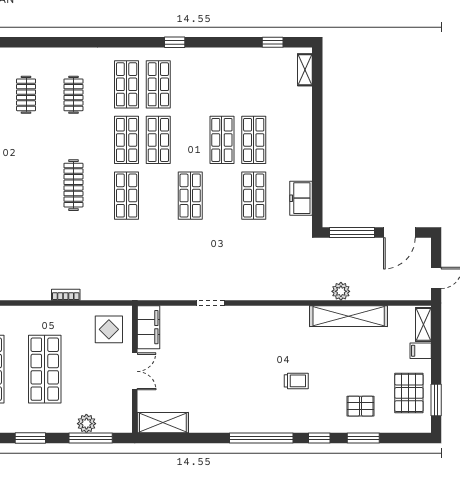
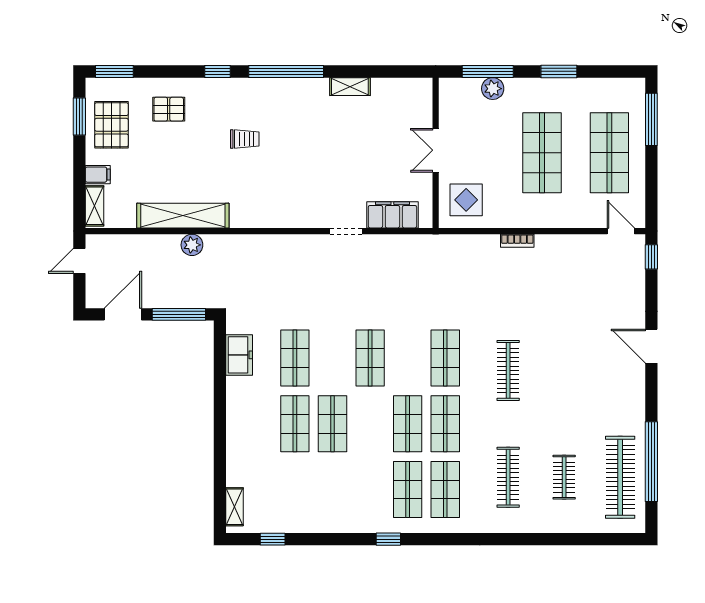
clothes rail: (73, 95) -> (508, 477), width x1.36
filing cabinet: (148, 327) -> (392, 215), moved, turned 90
trolley: (296, 381) -> (245, 139), turned 180
shelving: (163, 423) -> (350, 87), moved, width x0.67, depth x0.75
window: (363, 438) -> (114, 71), moved

